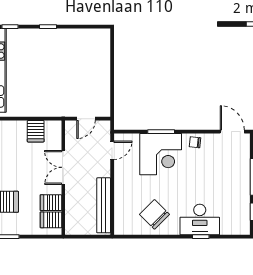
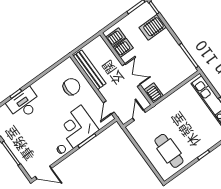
cafe table: (82, 58) -> (169, 151), added
server rack: (36, 131) -> (153, 93), moved
chair: (155, 214) -> (71, 87), moved, turned -45

